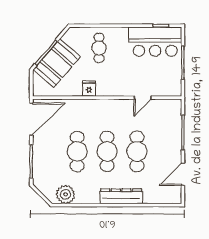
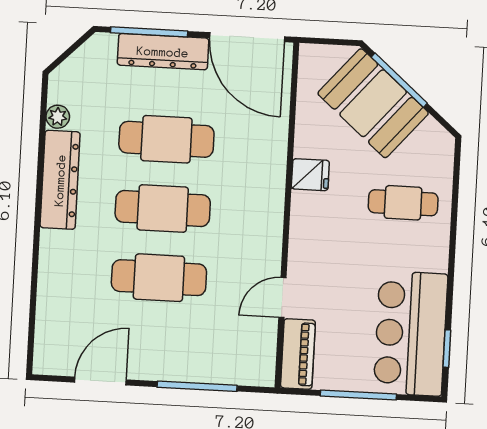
piano: (167, 90) -> (298, 354), added
door: (143, 98) -> (282, 298), hinge flipped
dresser: (39, 155) -> (163, 52), added
door: (183, 174) -> (100, 381), hinge flipped
plant: (66, 194) -> (58, 117), width x0.53, depth x0.53
dresser: (121, 196) -> (60, 180), moved

